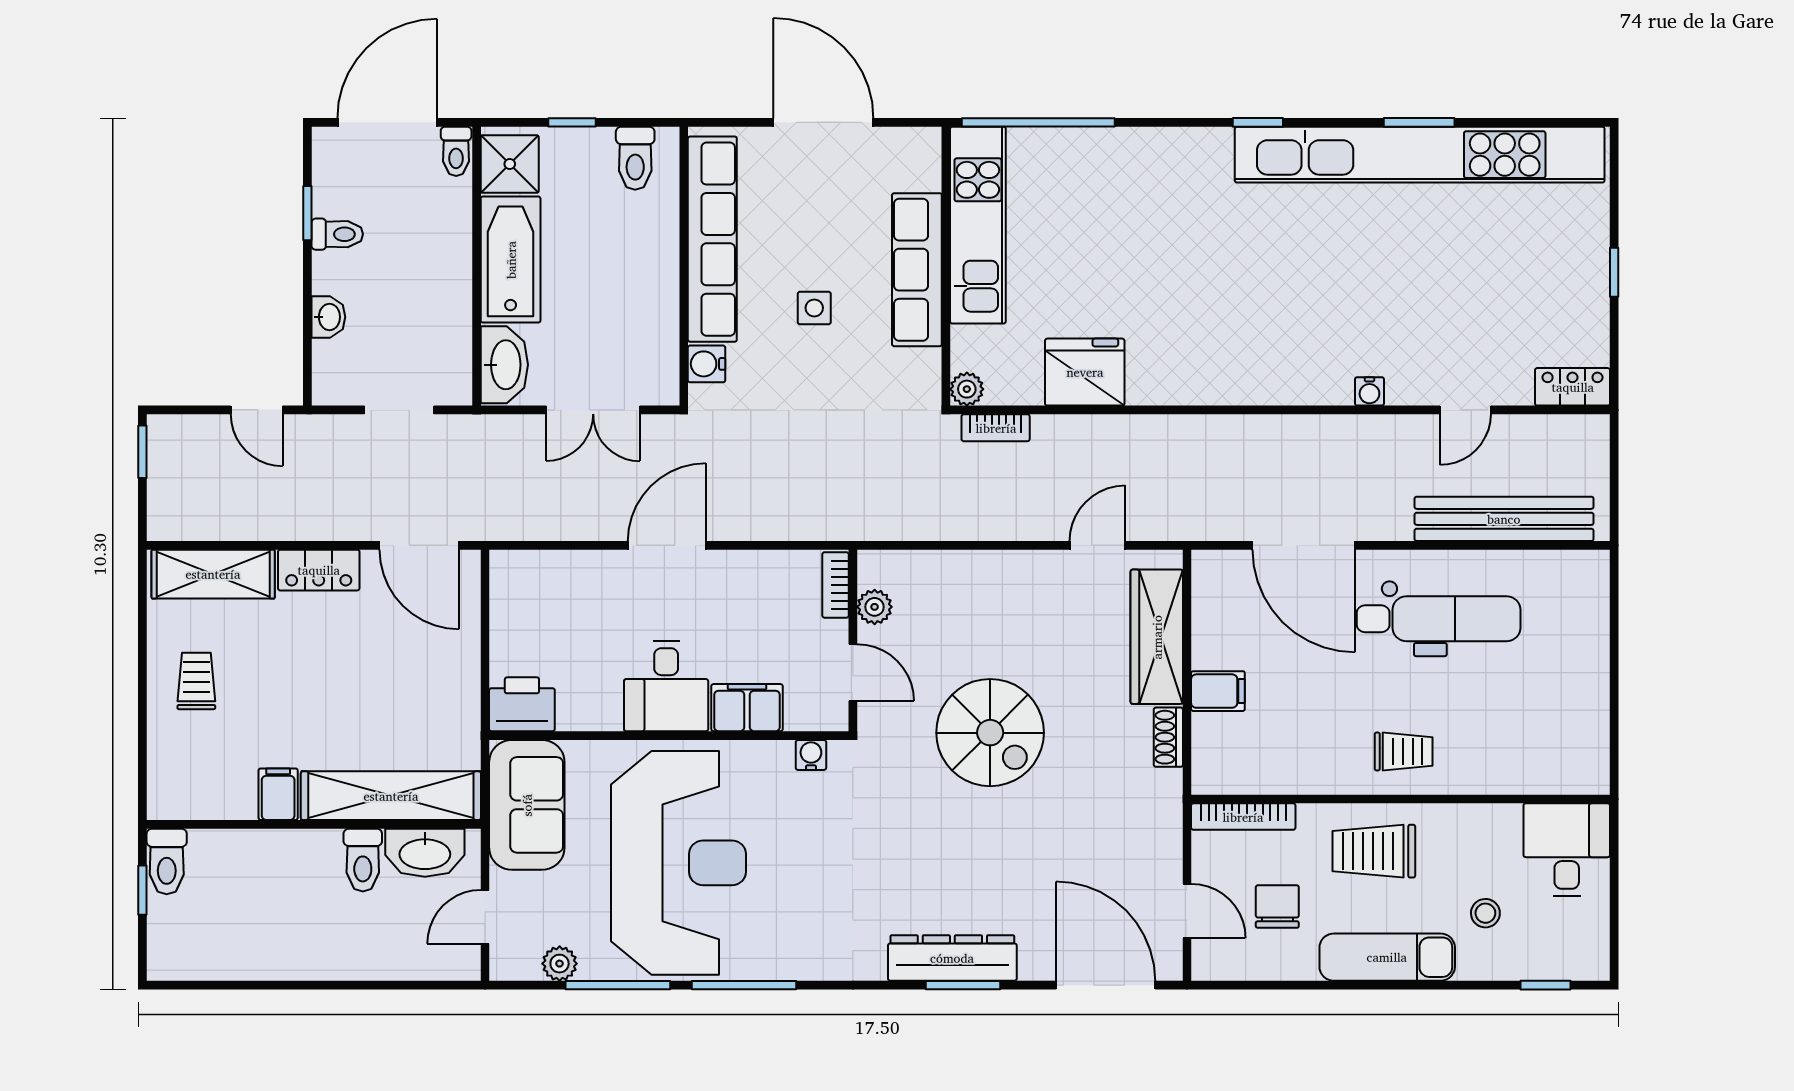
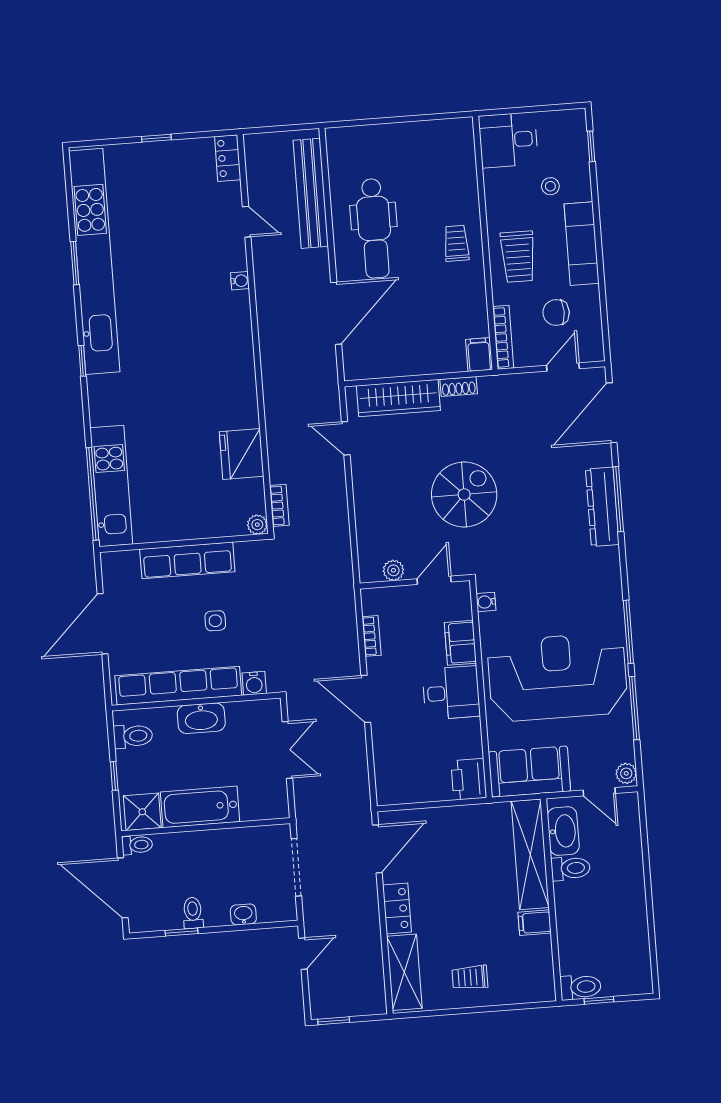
kitchen unit: (978, 225) -> (111, 486), moved, turned 90
washbasin: (504, 365) -> (201, 718), moved, turned 180
doorway: (399, 410) -> (296, 867), width x1.38
bookcase: (836, 585) -> (372, 636), moved, turned -90
dental chair: (1439, 619) -> (374, 228), turned 180
filing cabinet: (1218, 691) -> (479, 355), moved
plant: (560, 964) -> (626, 773), moved
window: (963, 985) -> (618, 499), width x1.44

